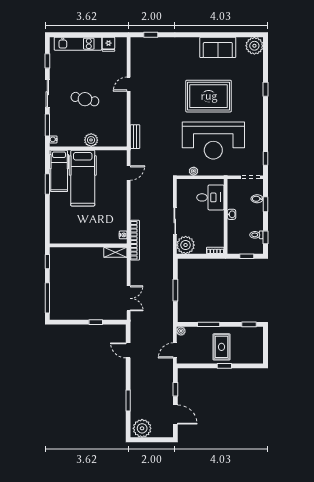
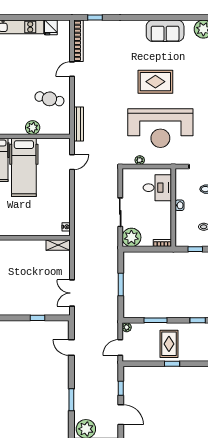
rug: (209, 96) -> (155, 82), width x0.73, depth x0.69
cafe table: (85, 99) -> (49, 99), moved
bench: (135, 137) -> (79, 124), width x1.36
bookcase: (135, 240) -> (79, 41), moved
double door: (129, 298) -> (72, 293), swing flipped

